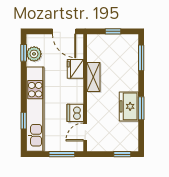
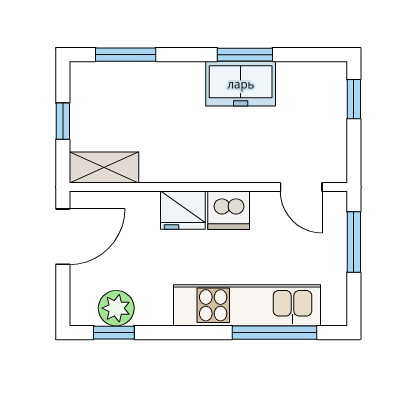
fridge: (75, 69) -> (183, 210), moved
shelving: (93, 77) -> (104, 168), moved
kitchen unit: (35, 109) -> (247, 305), width x0.73
dishwasher: (75, 113) -> (229, 210), moved
window: (24, 121) -> (274, 333), width x2.17

